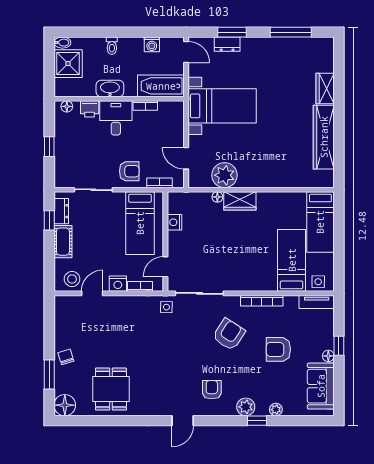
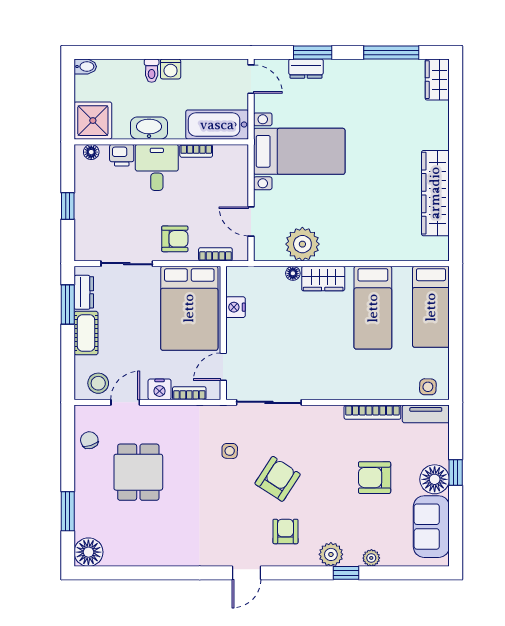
washing machine: (152, 44) -> (171, 69), moved
shower: (68, 64) -> (93, 121), moved
wardrobe: (325, 89) -> (437, 80), moved
window: (49, 220) -> (68, 305), width x1.50
bed: (140, 223) -> (189, 308), width x1.50
bed: (292, 260) -> (373, 308), moved, turned 180
bookcase: (262, 301) -> (372, 412), moved
side table: (166, 307) -> (230, 451), moved
armchair: (229, 334) -> (278, 479), moved
floor lamp: (328, 356) -> (435, 479), width x1.89, depth x1.89
chair: (66, 357) -> (89, 440), moved
dining table: (111, 389) -> (138, 472), moved

